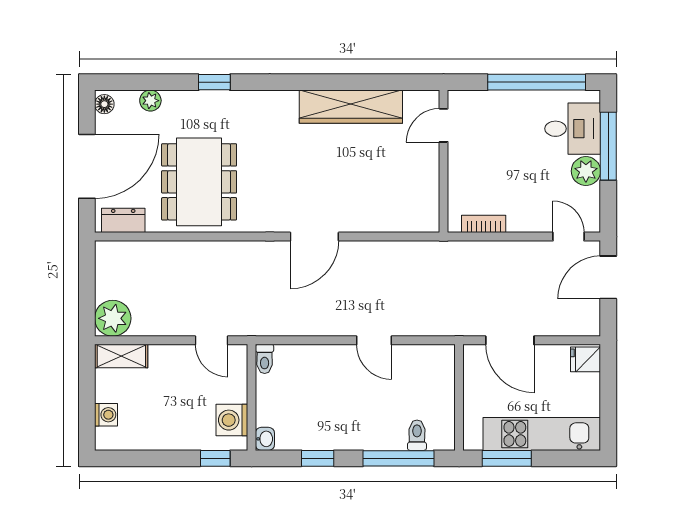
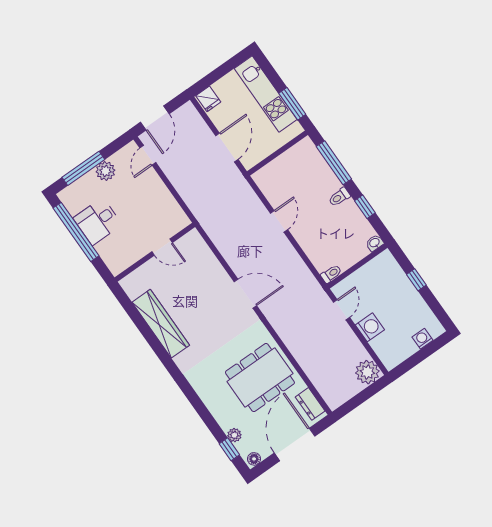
window: (214, 82) -> (229, 449), moved
door: (444, 125) -> (162, 247), moved
desk: (573, 129) -> (98, 221), moved, turned -90
door: (87, 166) -> (295, 445), hinge flipped
bookcase: (484, 224) -> (174, 206), removed
door: (608, 277) -> (155, 118), hinge flipped
shelving: (121, 356) -> (385, 353), removed
washing machine: (232, 420) -> (370, 327), moved, turned -90
toilet: (417, 435) -> (339, 197), moved
window: (215, 458) -> (416, 280), moved

